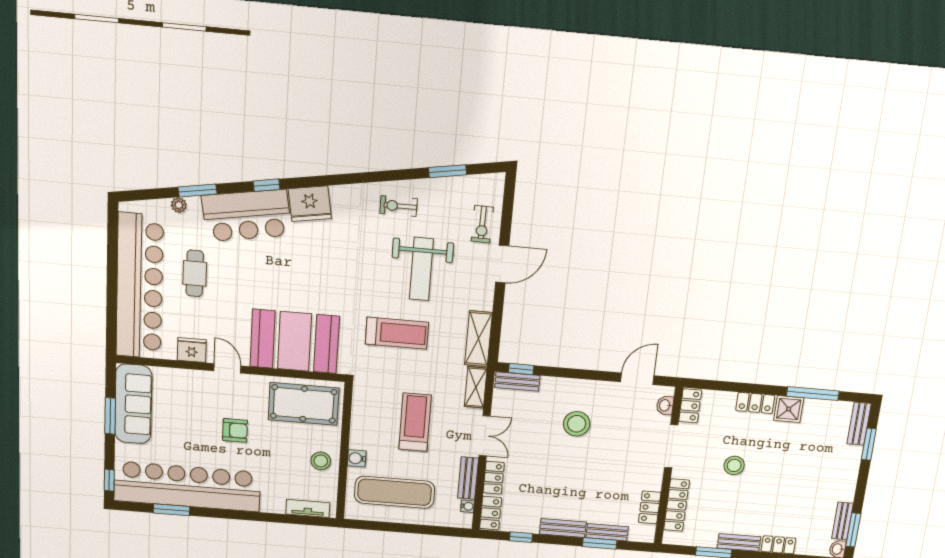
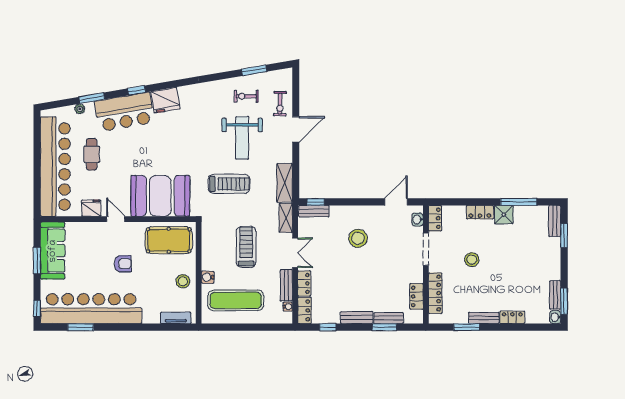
exercise bike: (399, 206) -> (246, 96), moved

